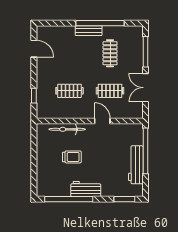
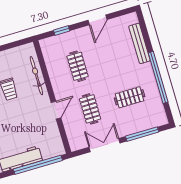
bench: (89, 31) -> (139, 43), moved, width x1.36
door: (34, 49) -> (98, 20), moved

